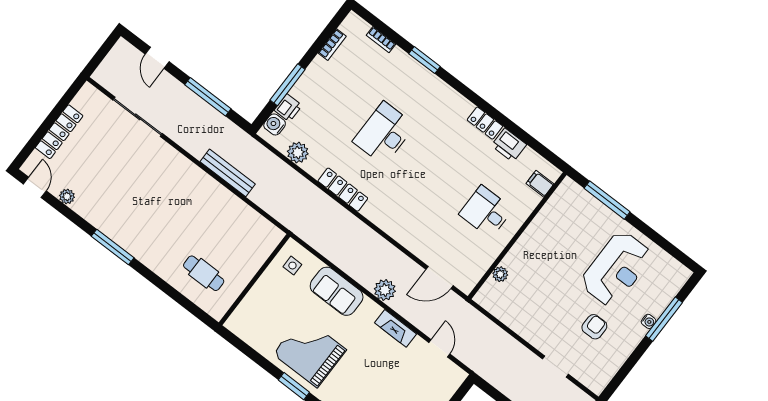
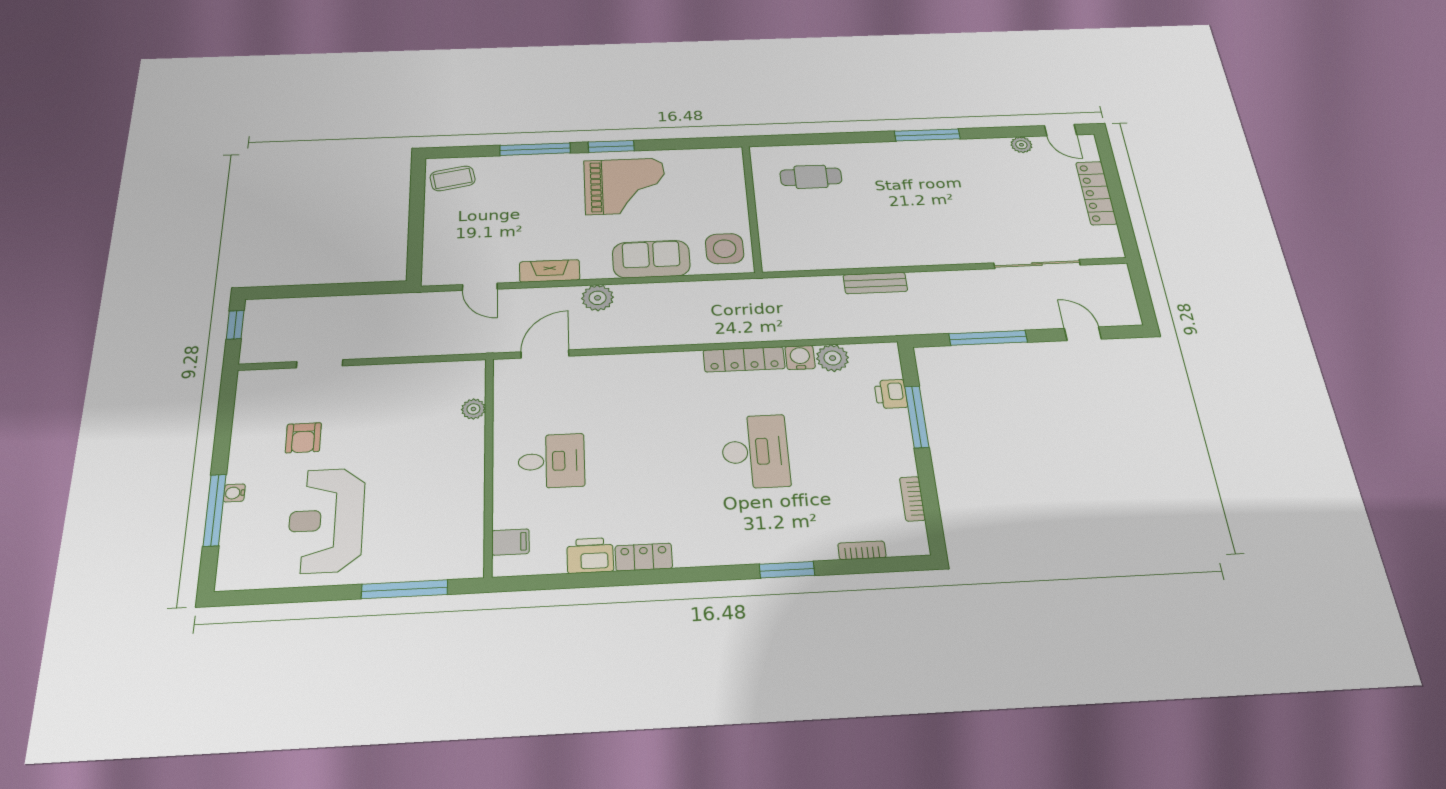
water cooler: (275, 124) -> (800, 358), moved, turned -90
bench: (228, 173) -> (875, 283), width x0.73
side table: (292, 266) -> (725, 249), width x1.87, depth x1.87

